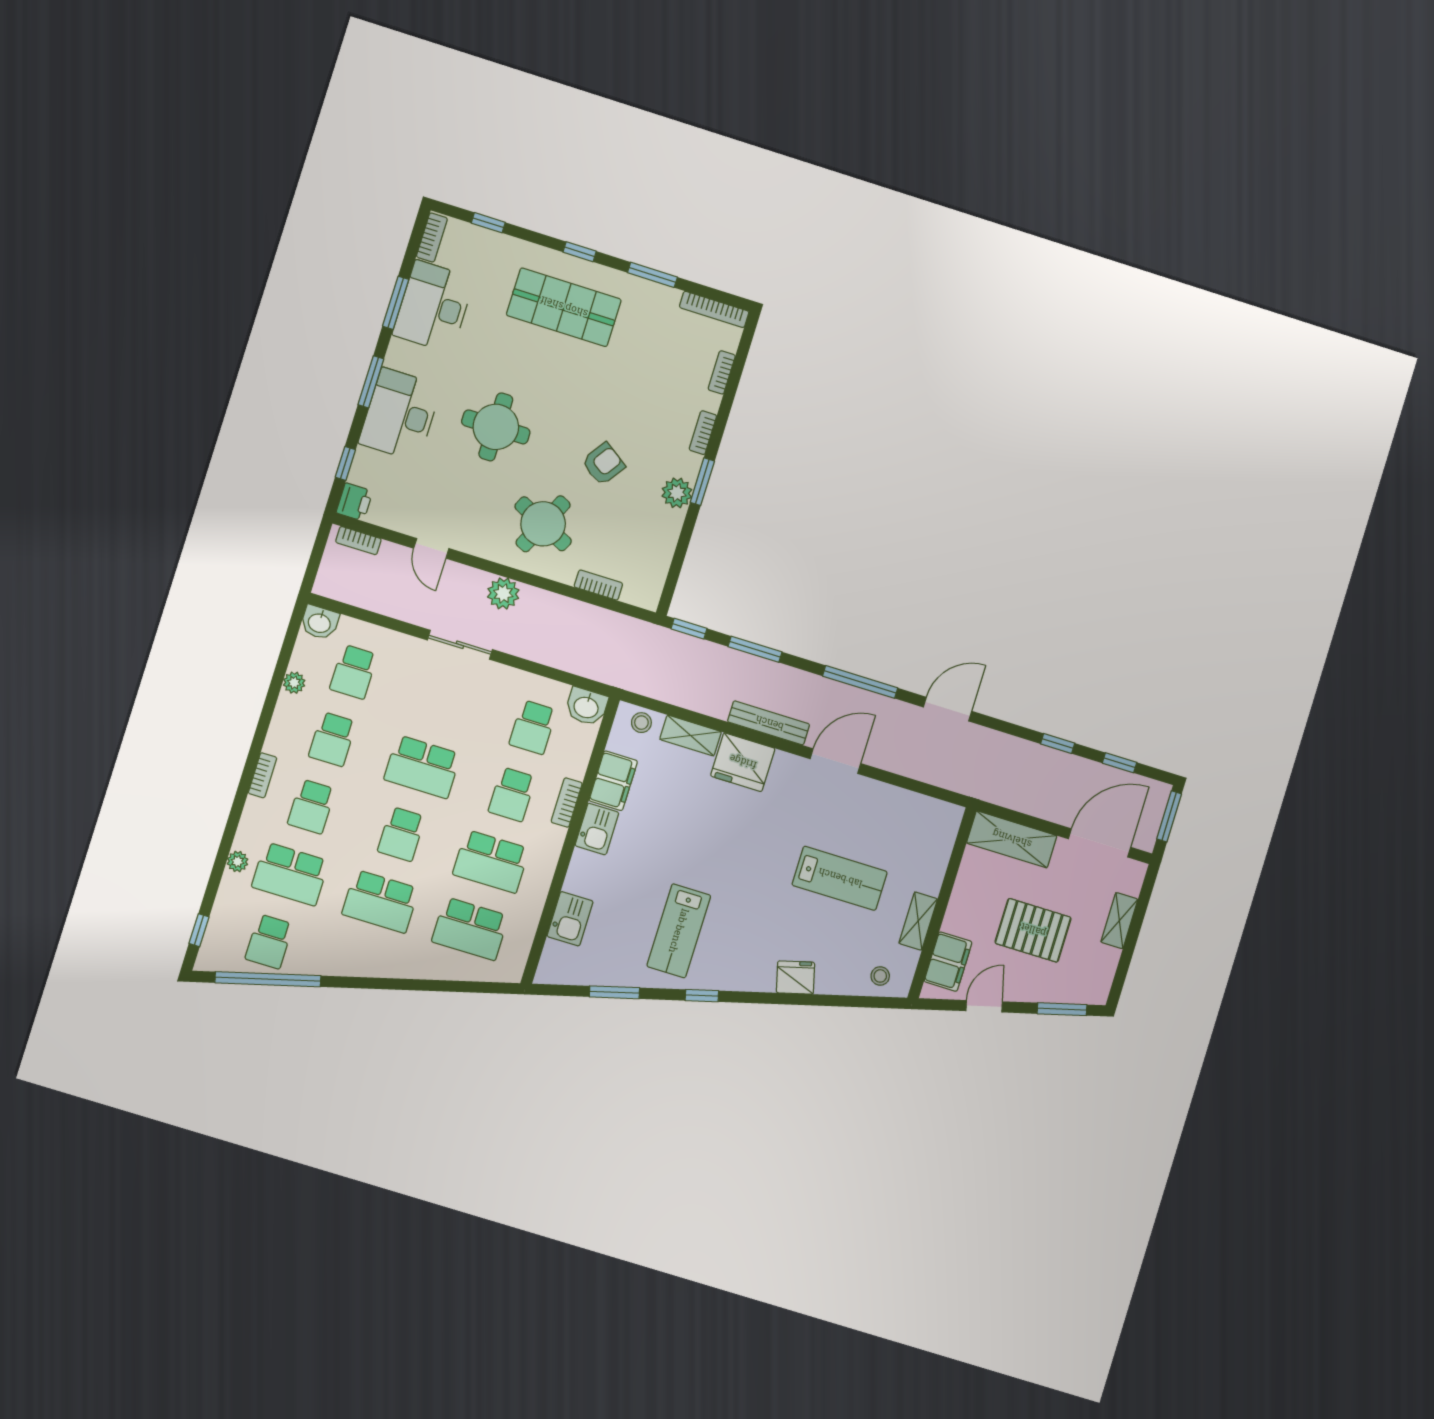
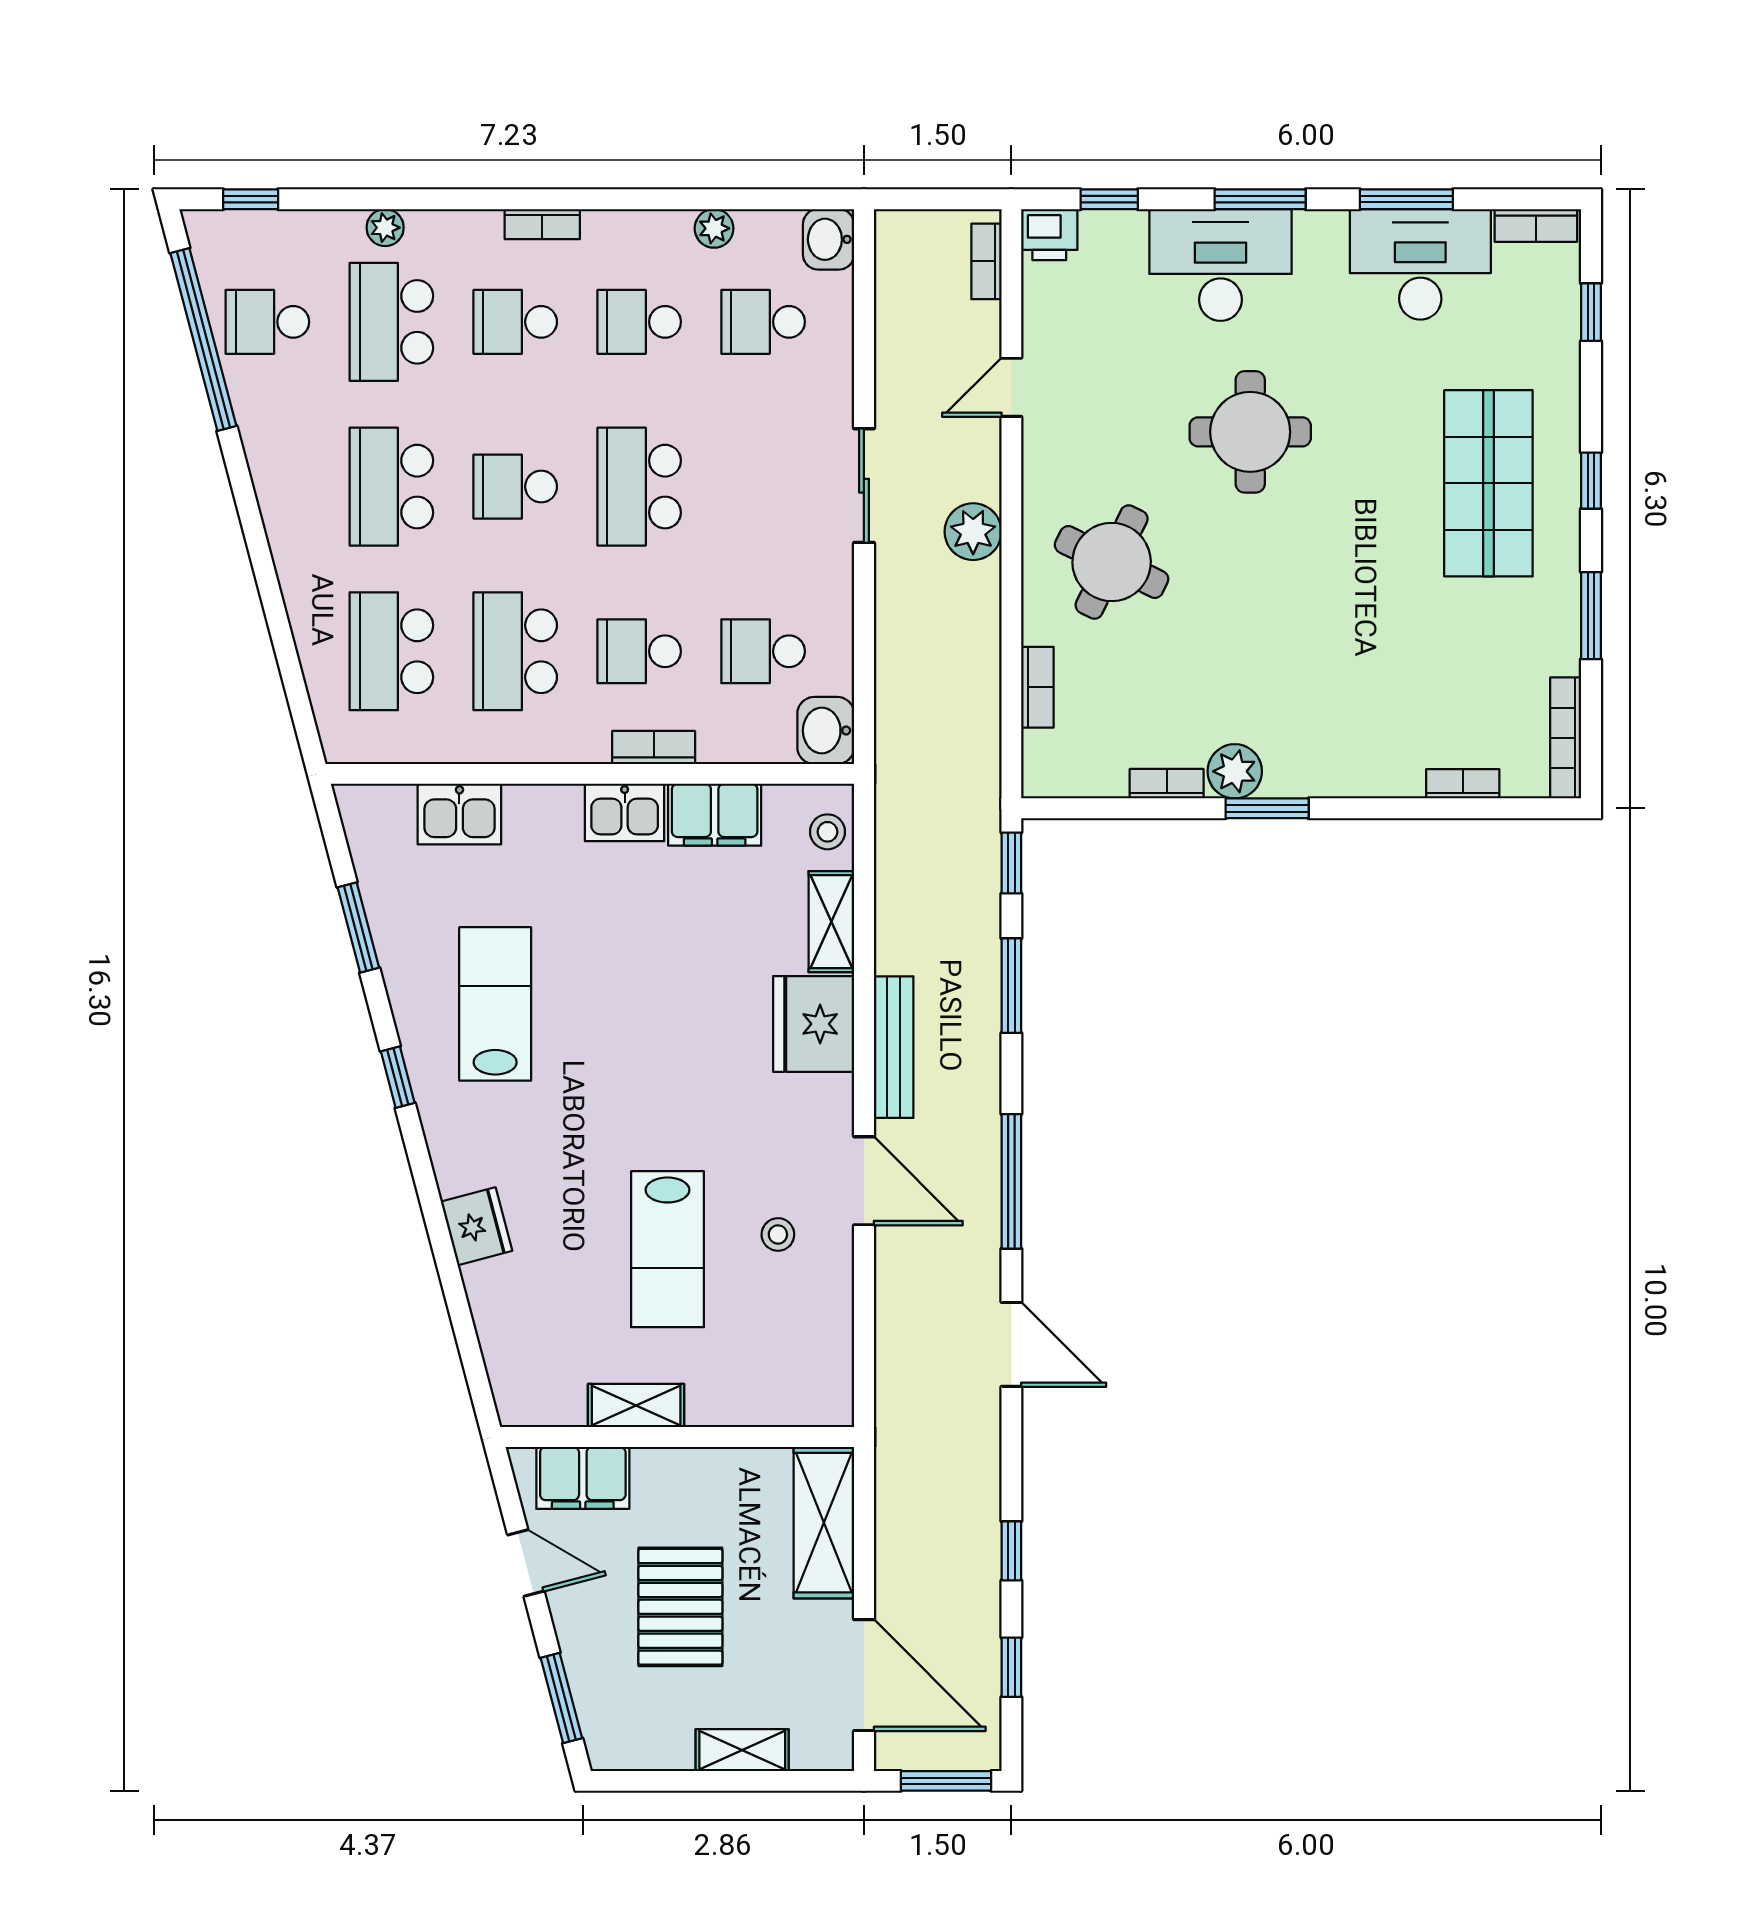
bookcase: (703, 433) -> (1167, 784), moved
armchair: (603, 464) -> (1245, 632), removed
lab bench: (679, 931) -> (495, 1004), turned 90
stool: (880, 976) -> (778, 1234), moved

